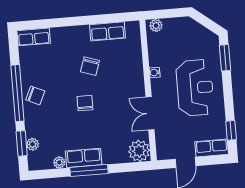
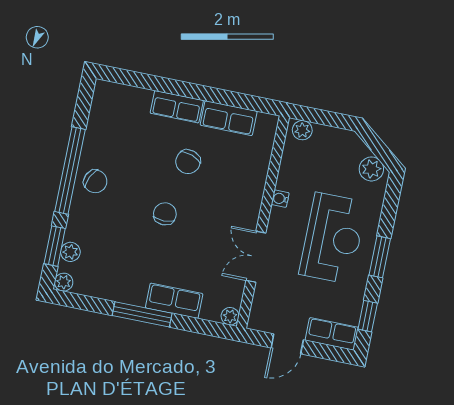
row of seats: (34, 37) -> (177, 107), moved
plant: (207, 37) -> (371, 169), added
window: (225, 58) -> (380, 257), moved
plant: (139, 151) -> (230, 316), width x0.53, depth x0.53
row of seats: (84, 158) -> (174, 301), moved
plant: (59, 162) -> (64, 282), moved

